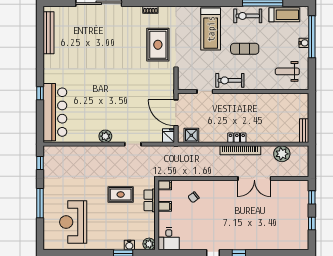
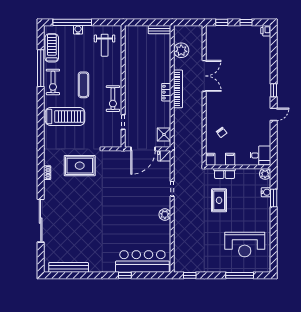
window: (40, 203) -> (240, 275), moved
printer: (303, 245) -> (266, 31), added

